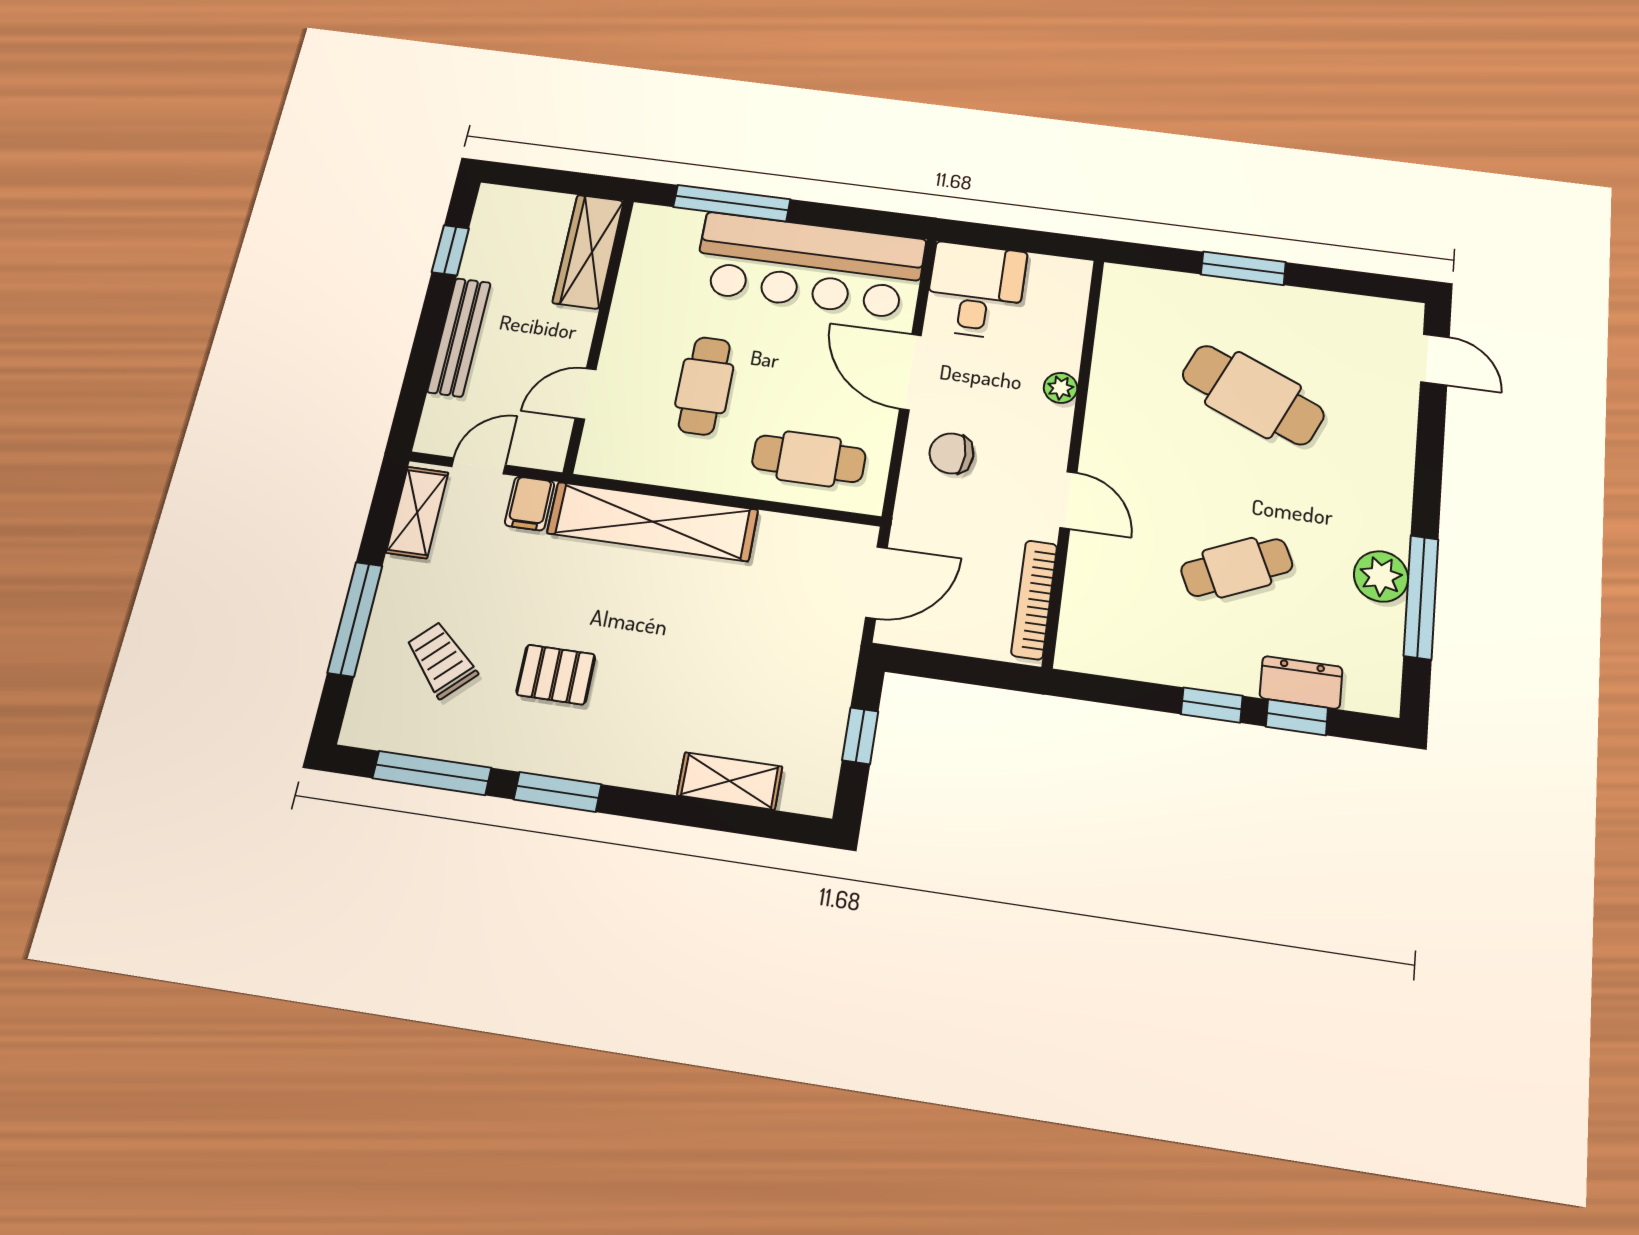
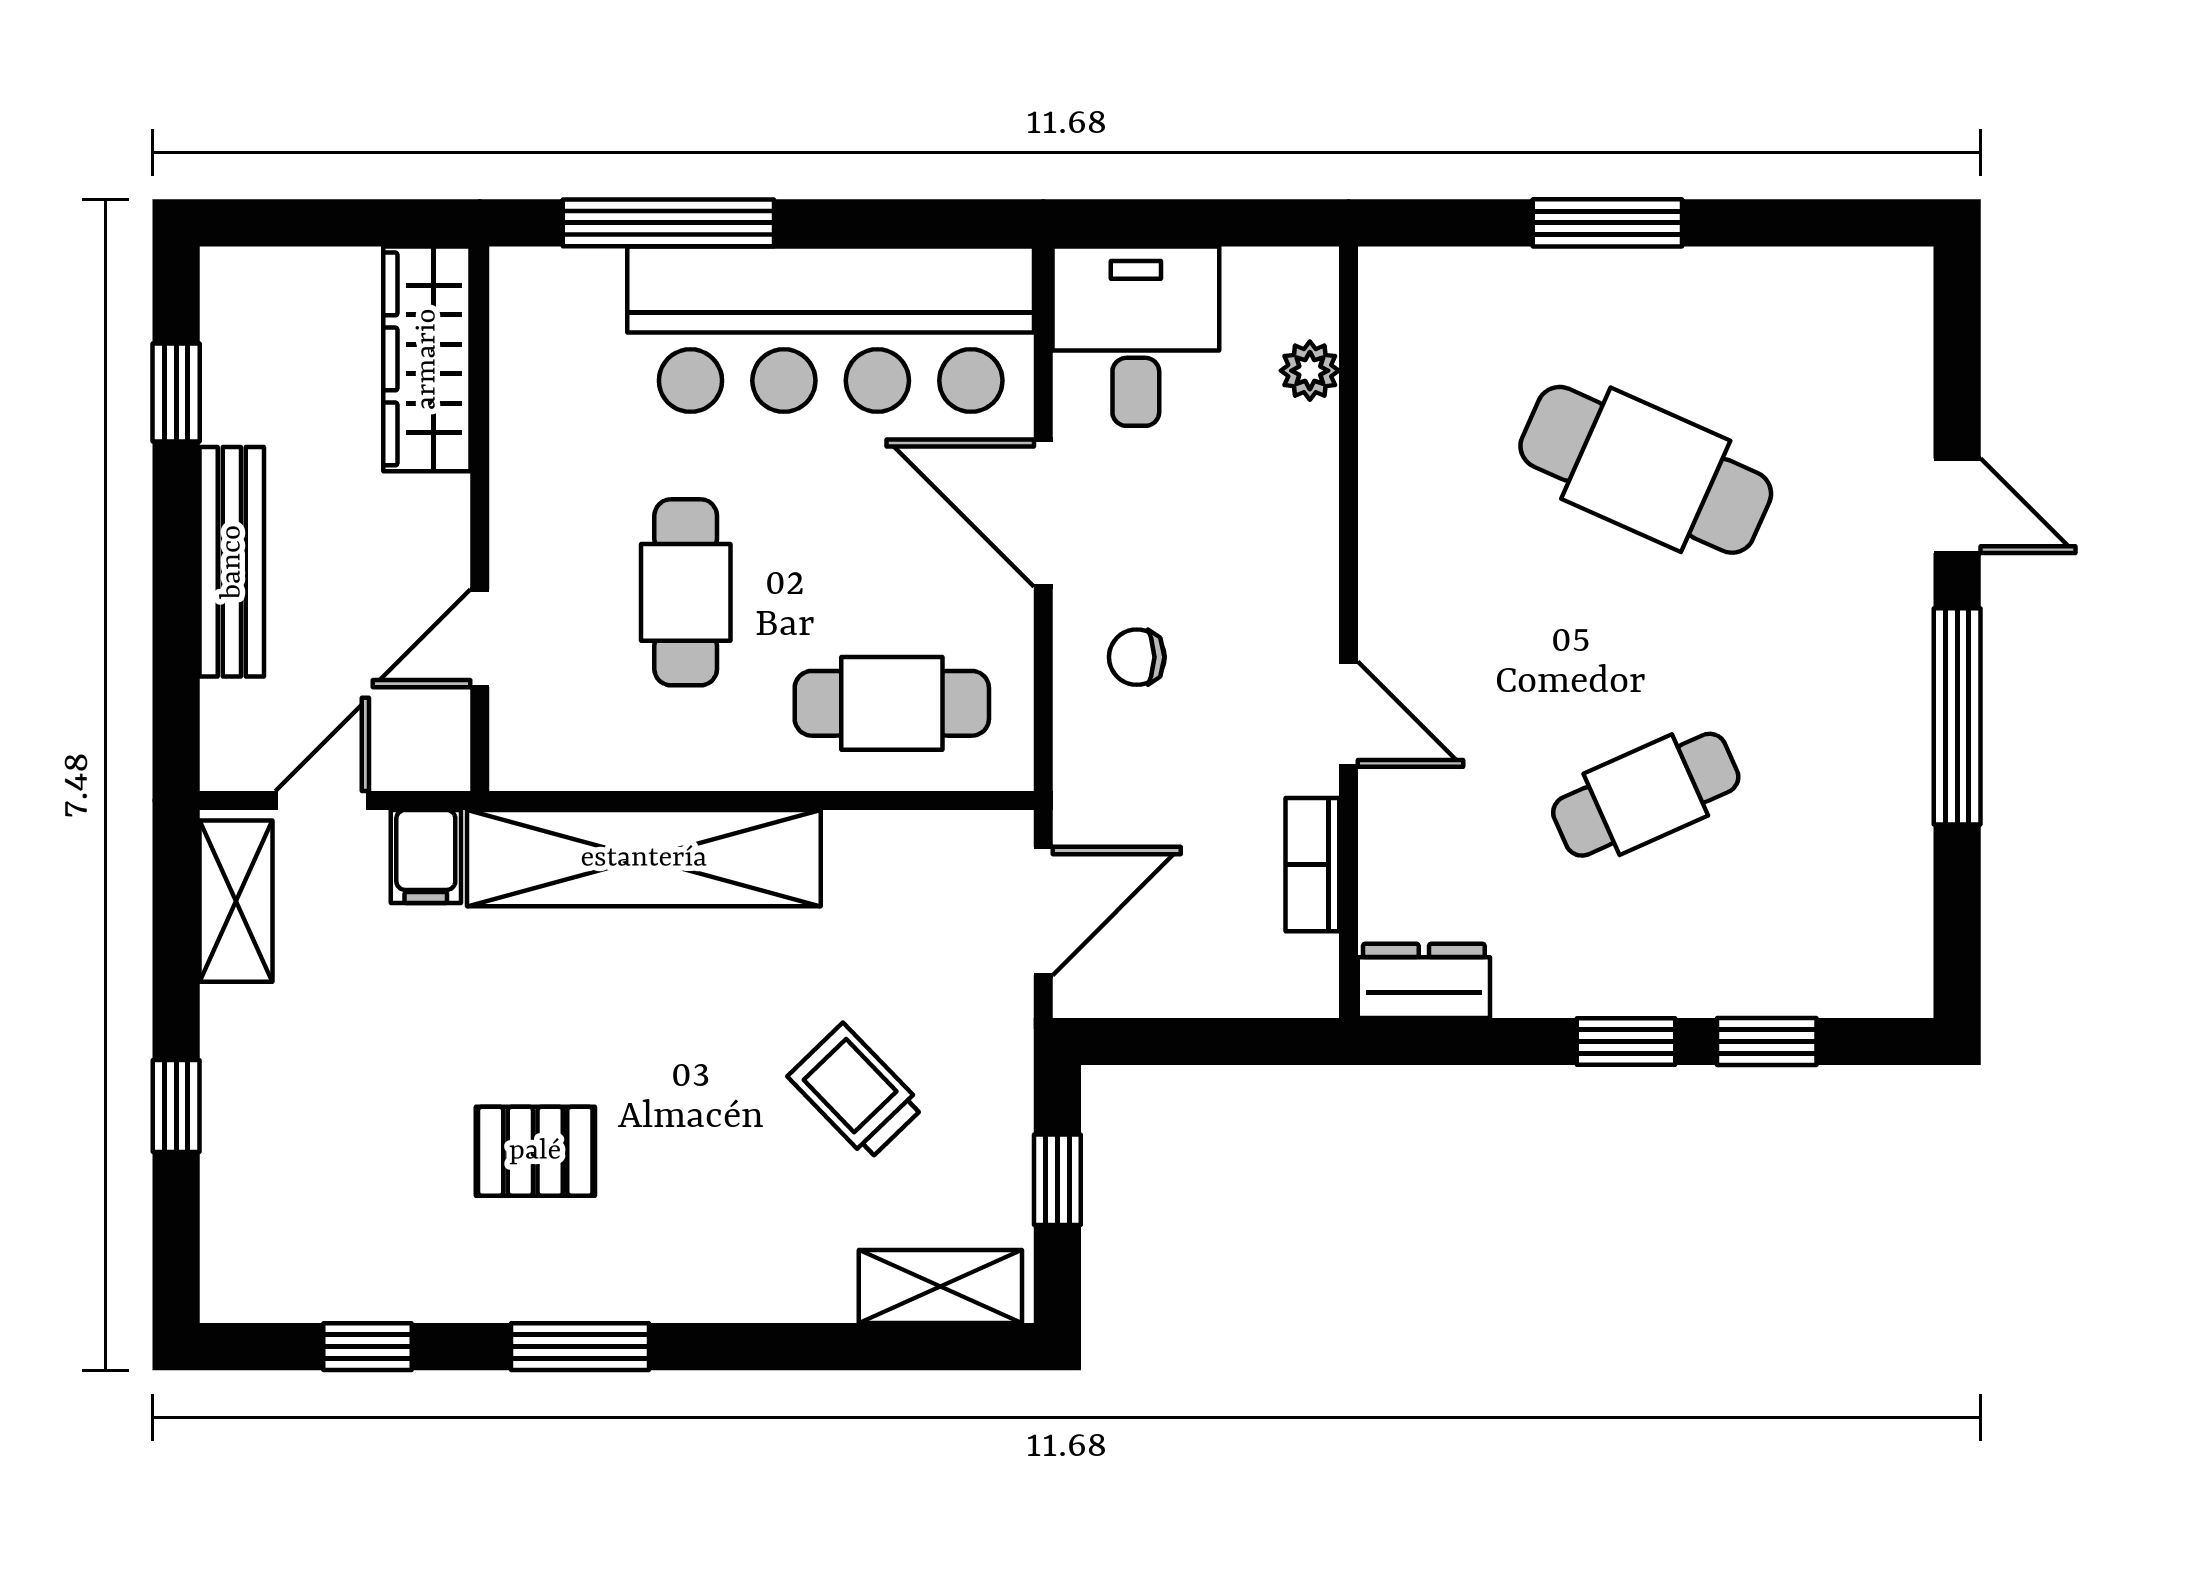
door: (1435, 360) -> (1957, 506), moved
plant: (1061, 388) -> (1310, 371), moved
chair: (951, 453) -> (1137, 657), width x0.73, depth x0.73
plant: (1381, 576) -> (1888, 775), removed
window: (1421, 597) -> (1957, 716), moved
bookcase: (1034, 600) -> (1312, 865), width x0.64
window: (355, 619) -> (176, 1106), width x0.46
trolley: (441, 660) -> (856, 1092), moved
dresser: (1301, 682) -> (1424, 981), moved
window: (432, 773) -> (368, 1347), width x0.46
shelving: (730, 781) -> (940, 1287), moved

